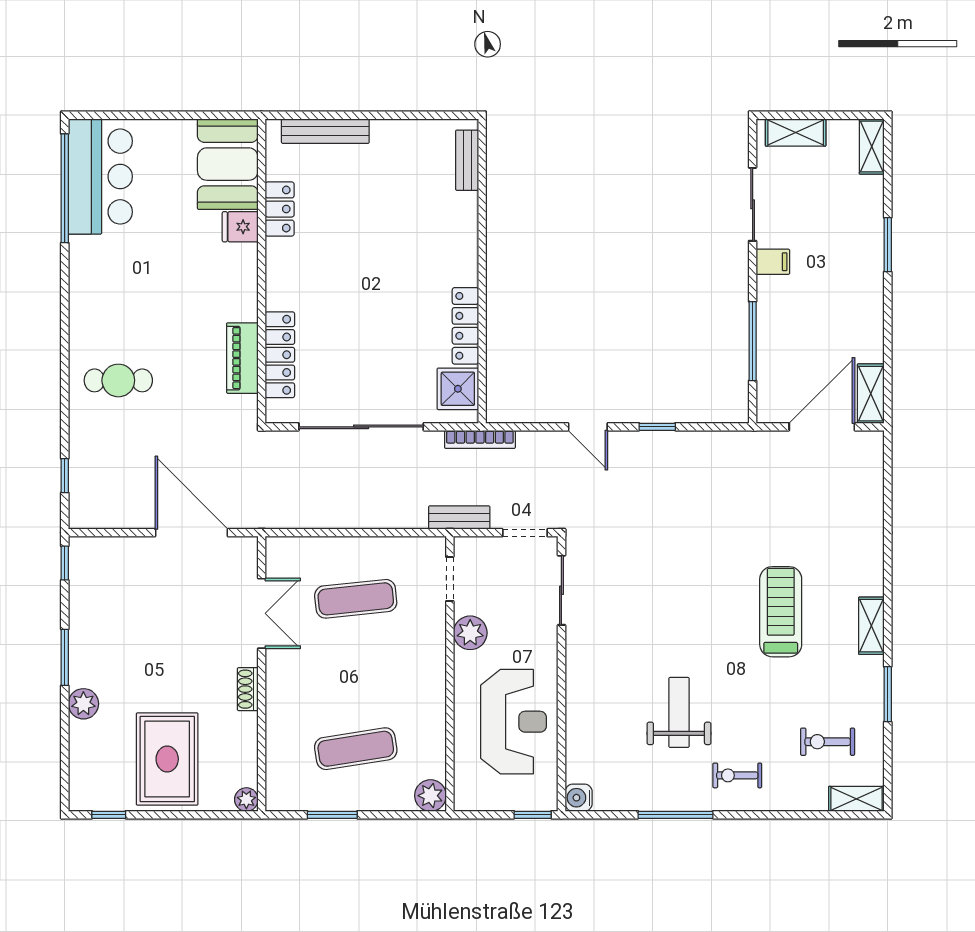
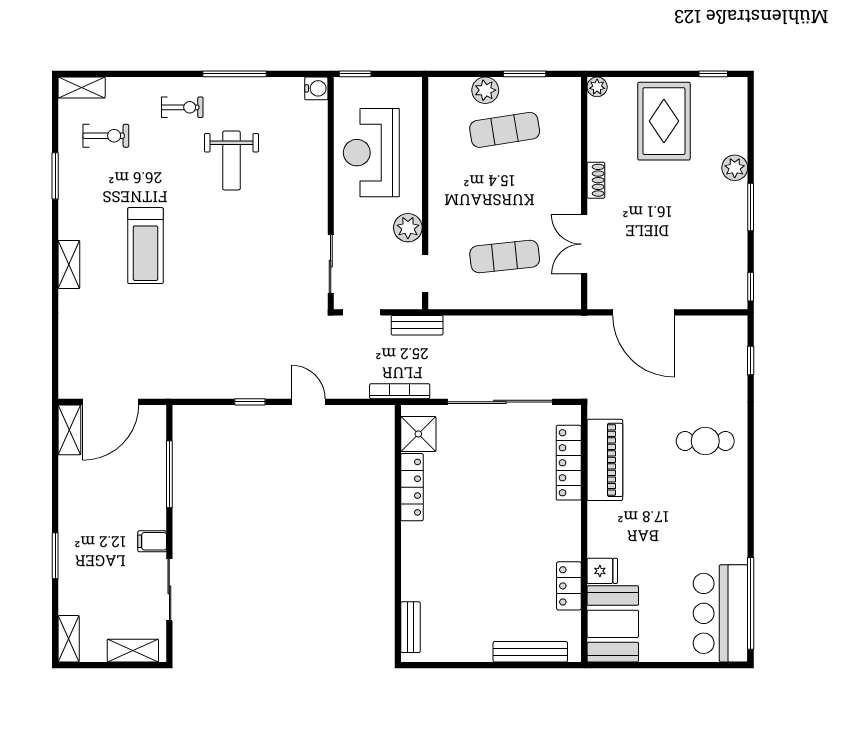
piano: (242, 358) -> (605, 460), width x1.37, depth x1.33
shelving: (871, 626) -> (69, 265), moved
plant: (430, 796) -> (485, 90), moved

